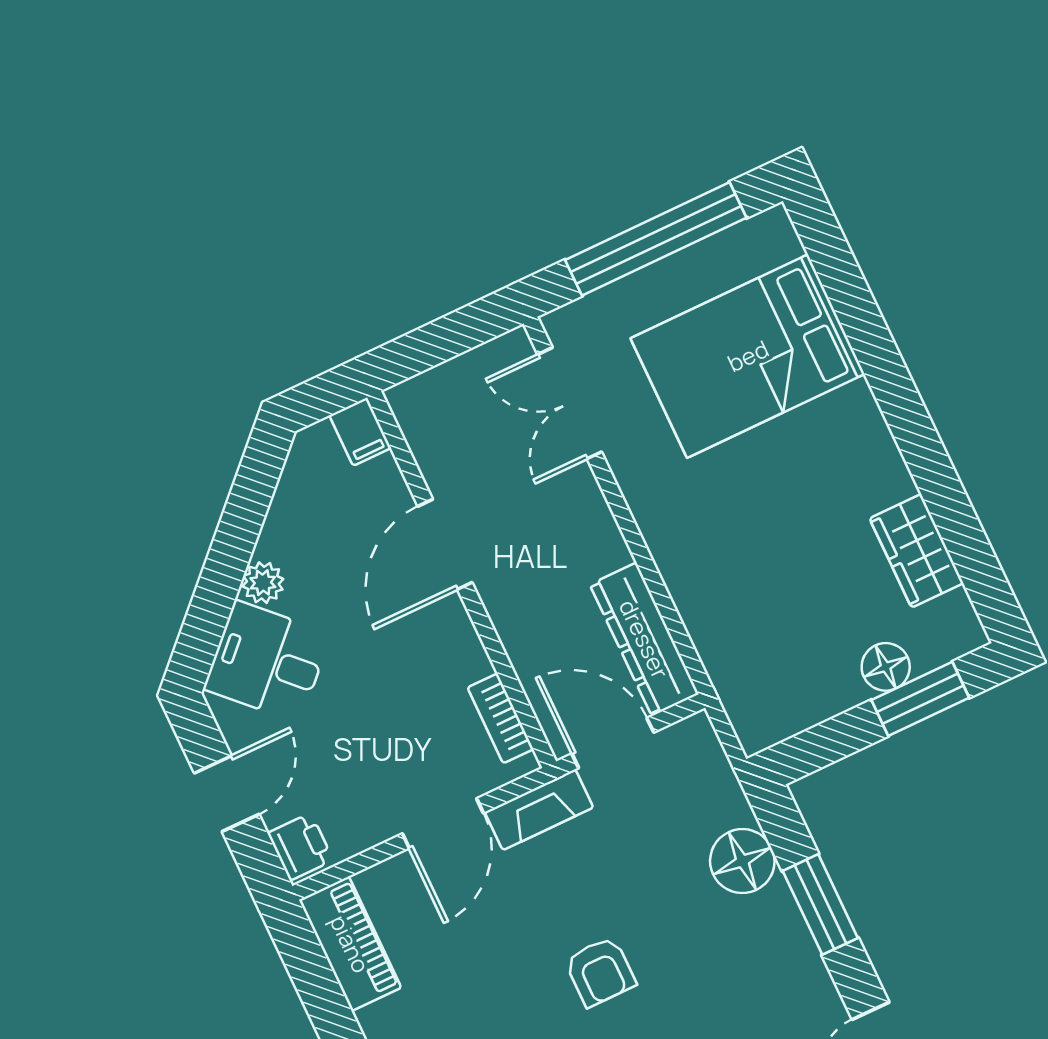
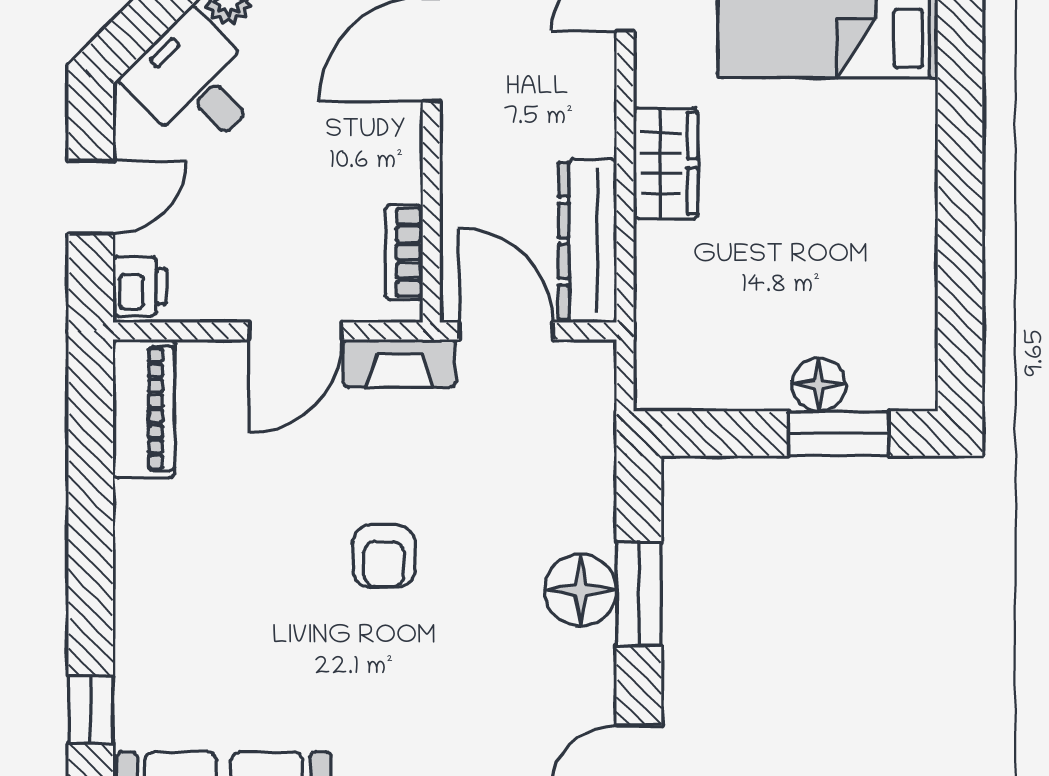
wardrobe: (917, 551) -> (666, 163), moved, turned 180
floor lamp: (742, 861) -> (581, 590), moved

